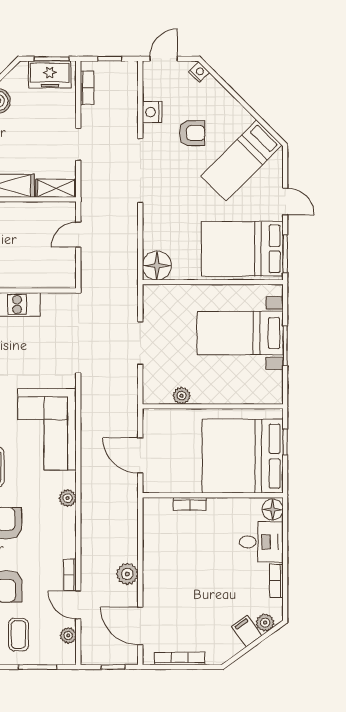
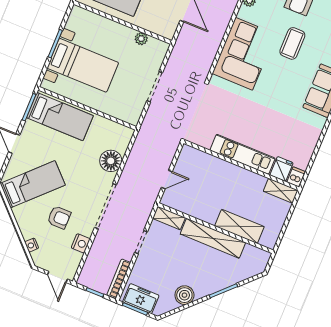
door: (164, 59) -> (57, 277), hinge flipped
nightstand: (199, 72) -> (32, 245), moved
bookcase: (87, 88) -> (119, 279), width x1.56
armchair: (192, 133) -> (59, 217), turned 180
bed: (242, 249) -> (60, 117), width x0.67
floor lamp: (157, 266) -> (111, 161), moved

